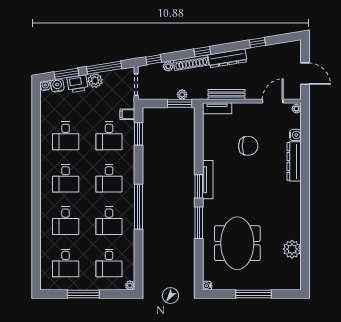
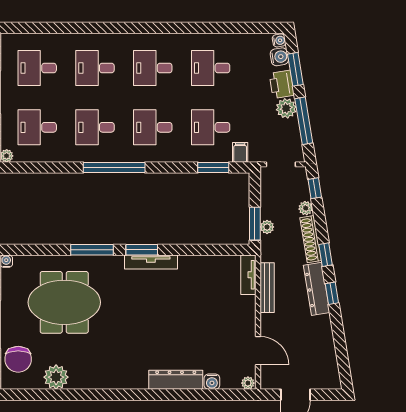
window: (257, 43) -> (332, 293), moved
chair: (248, 146) -> (18, 359), moved

